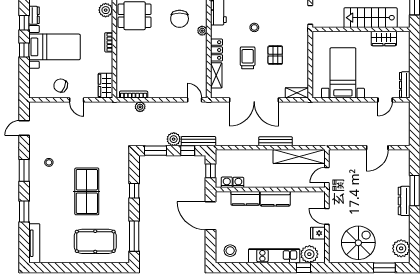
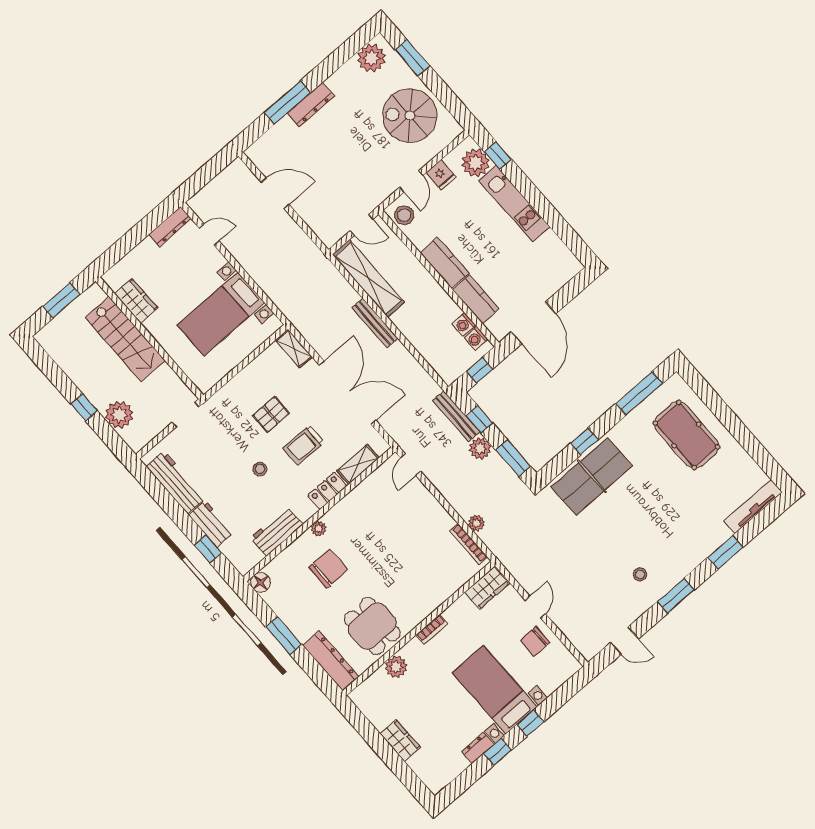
chair: (61, 86) -> (535, 641), turned 67
table tennis table: (87, 191) -> (592, 476), moved
stool: (230, 251) -> (404, 215), moved

